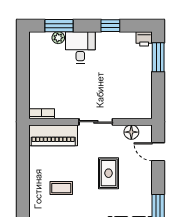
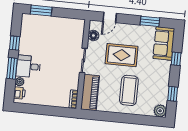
window: (59, 26) -> (12, 68), moved
printer: (144, 39) -> (19, 93), moved
rug: (108, 173) -> (122, 55), width x1.36, depth x1.43
coffee table: (61, 188) -> (129, 90), width x1.86, depth x1.72

